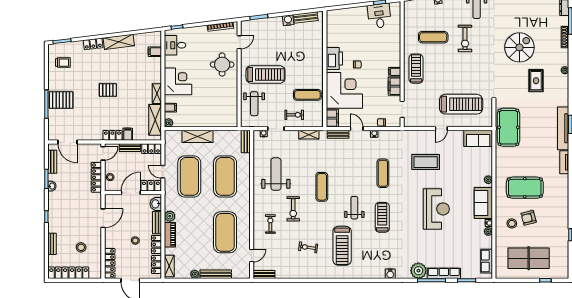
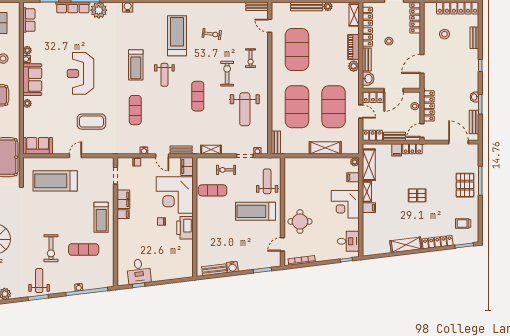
exercise bike: (465, 38) -> (51, 248), turned 180
locker: (93, 44) -> (438, 242), width x1.53
filing cabinet: (155, 52) -> (369, 208), moved
pallet: (61, 100) -> (465, 185), turned 90
door: (252, 255) -> (270, 26), hinge flipped

